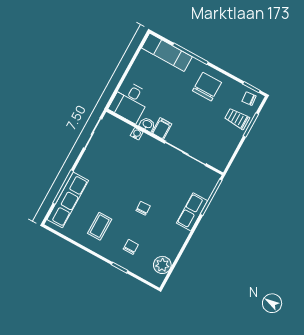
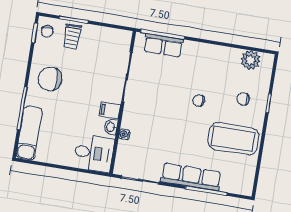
row of seats: (68, 200) -> (191, 177), moved
row of seats: (192, 212) -> (163, 45), moved
coffee table: (100, 226) -> (233, 139), width x1.86, depth x1.72

